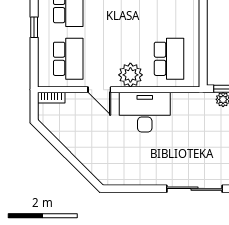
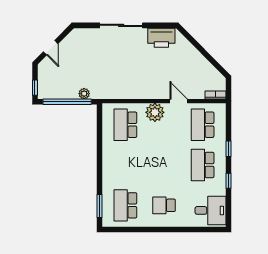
desk: (145, 112) -> (144, 84), removed
printer: (122, 173) -> (161, 38), added
sliding door: (195, 189) -> (121, 25), moved

